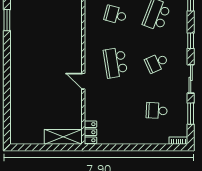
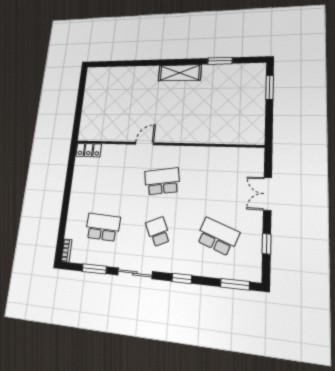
school desk: (115, 15) -> (220, 184), removed
school desk: (157, 111) -> (103, 227), width x1.85
shelving: (63, 137) -> (180, 73), moved, turned 90

